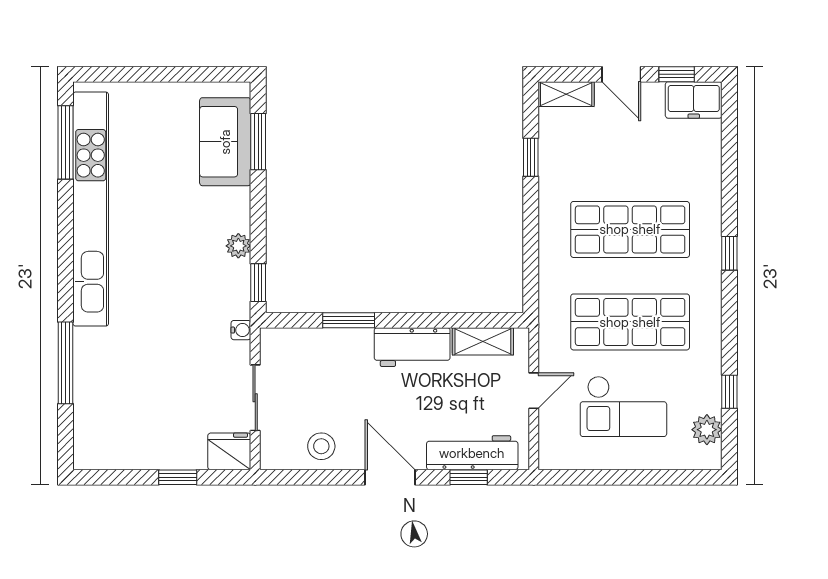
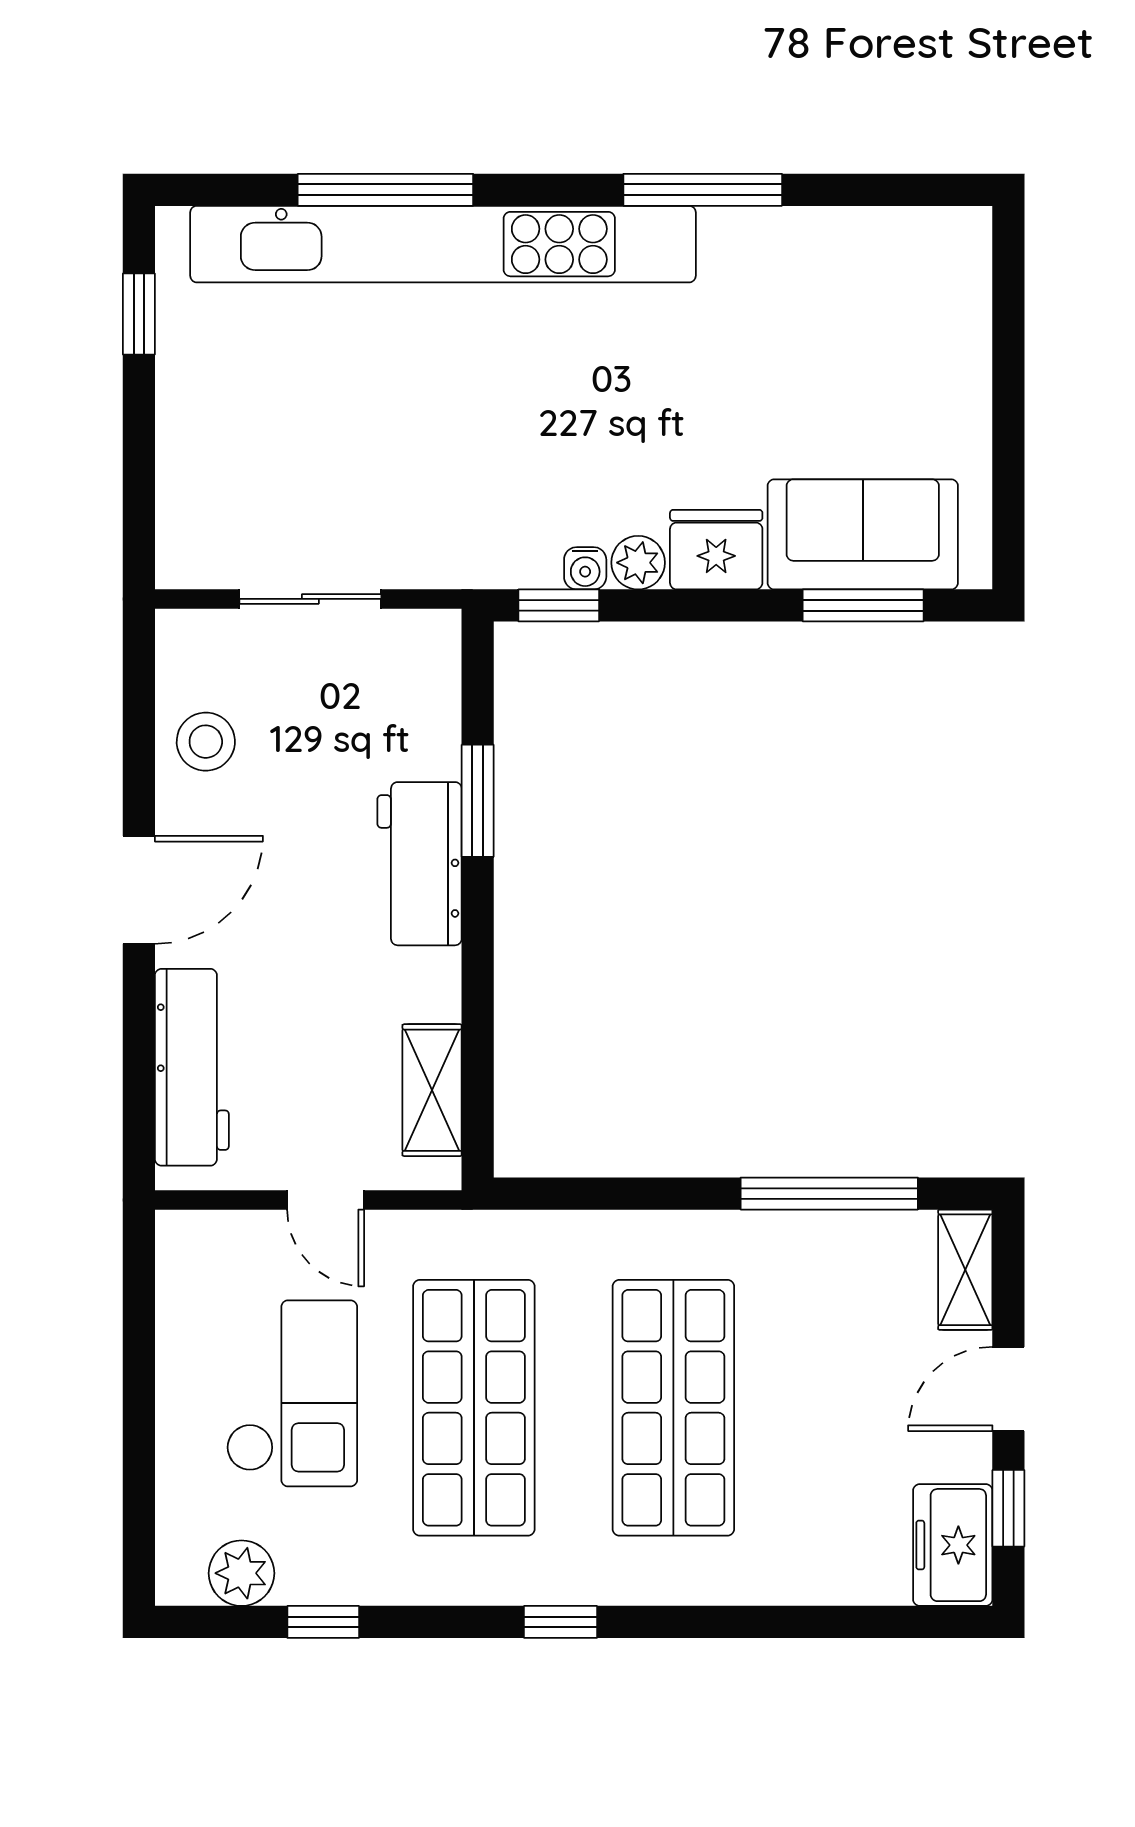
window: (66, 142) -> (703, 190), moved
window: (531, 157) -> (829, 1194), width x2.17
kitchen unit: (91, 209) -> (443, 244), moved
window: (729, 253) -> (560, 1622), moved
water cooler: (241, 330) -> (585, 568), moved
workbench: (412, 347) -> (420, 864), moved
checkout: (623, 406) -> (292, 1393), turned 180
fridge: (229, 451) -> (716, 550), moved, turned -90
window: (178, 477) -> (139, 314), moved
window: (469, 477) -> (139, 1060), removed

